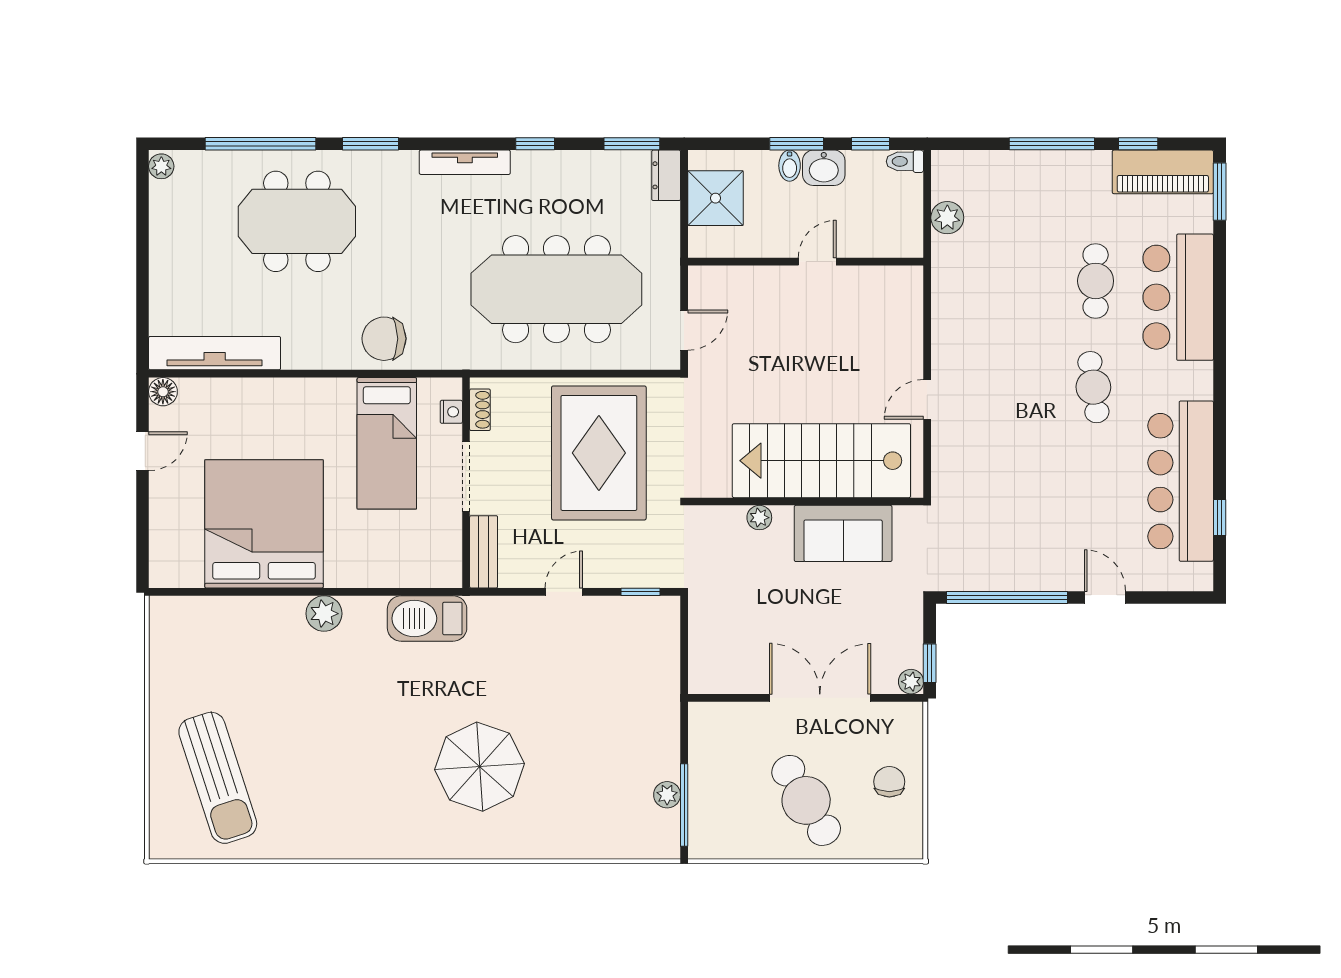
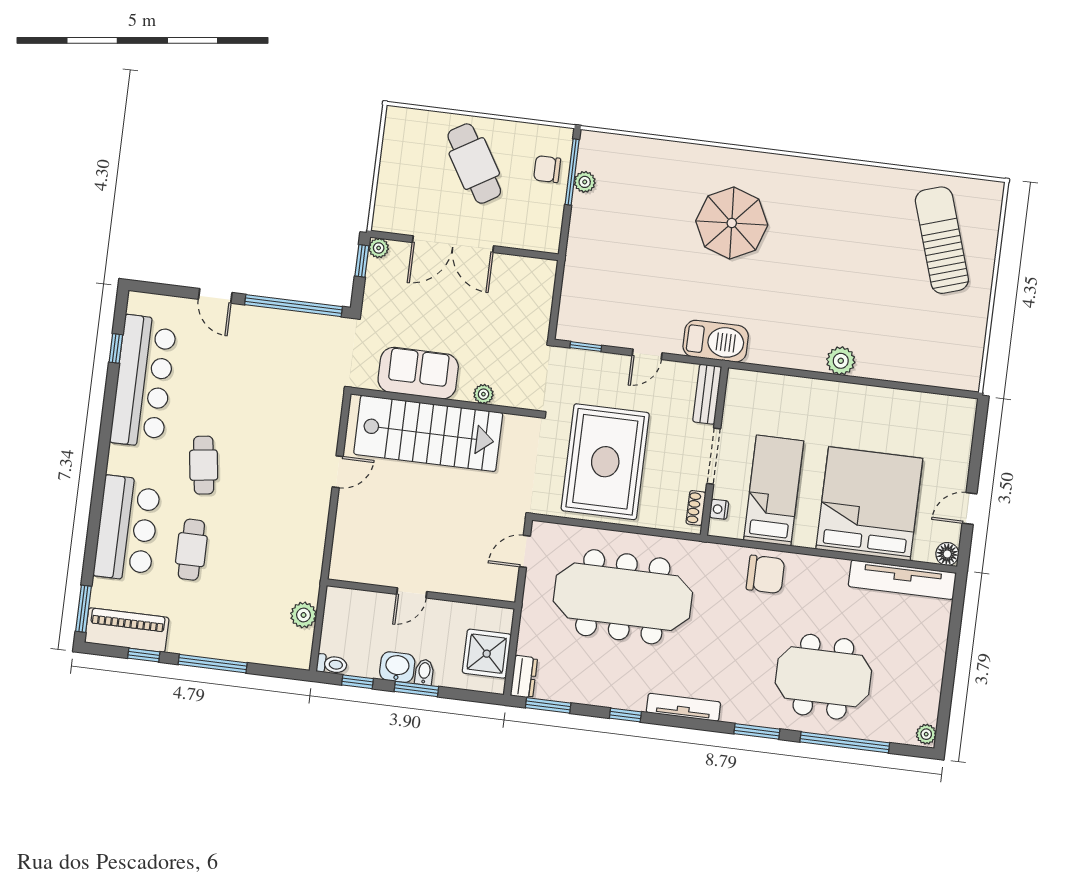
bed: (264, 524) -> (869, 504), moved, turned 180
barbecue: (427, 618) -> (716, 341), moved
chair: (889, 782) -> (547, 169), moved, turned 90

